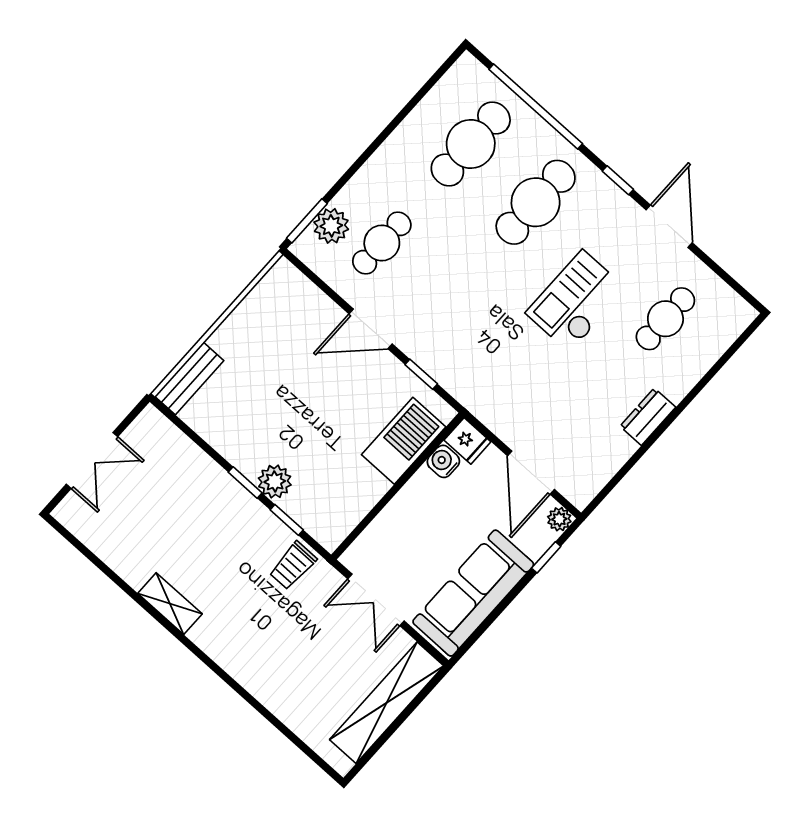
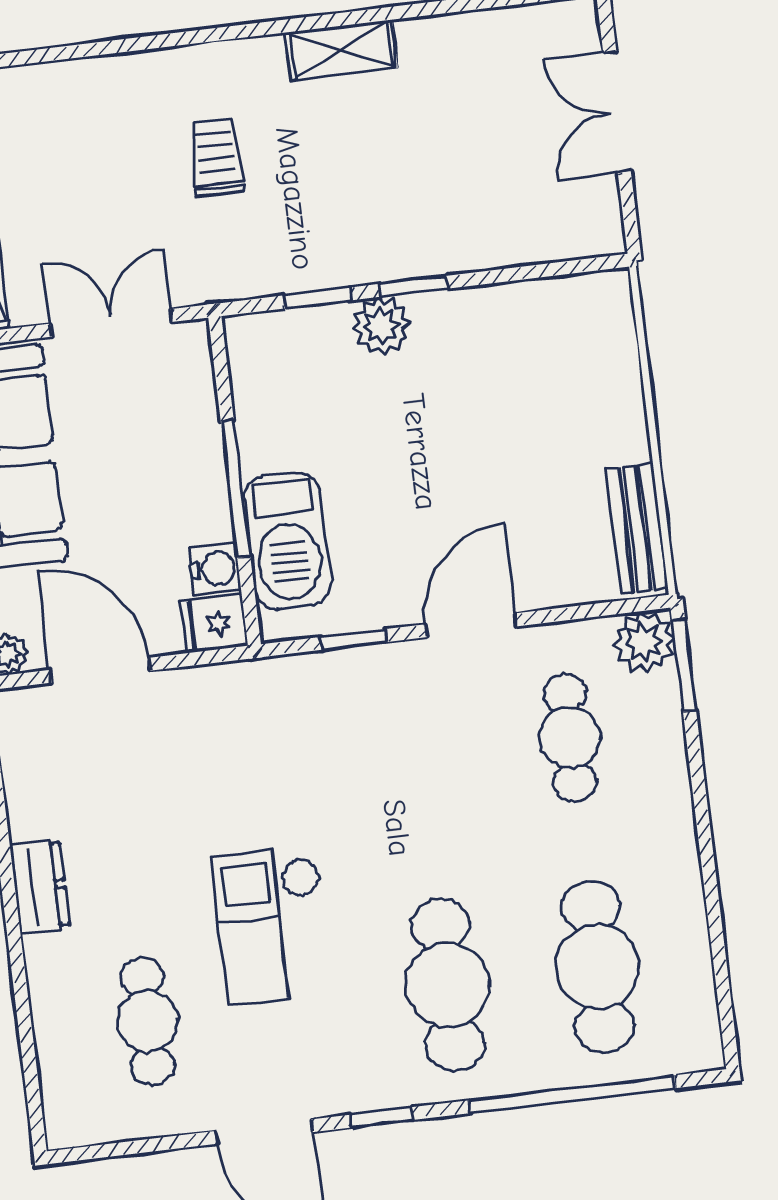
plant: (331, 226) -> (644, 642), moved
checkout: (576, 301) -> (272, 925), turned 180
bench: (189, 378) -> (637, 529), moved
window: (401, 483) -> (236, 489), added
trolley: (293, 566) -> (216, 157), moved

